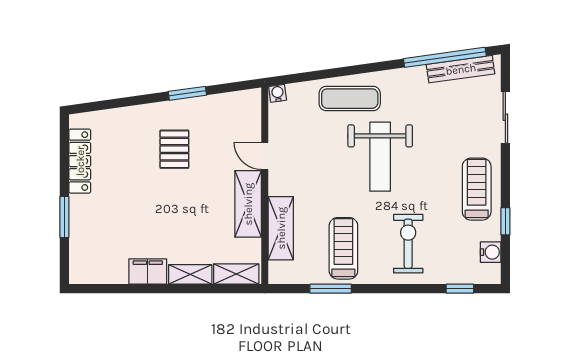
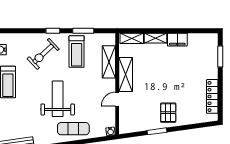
pallet: (174, 149) -> (168, 113), moved
door: (265, 156) -> (117, 99), swing flipped
window: (64, 217) -> (220, 56), moved
exercise bike: (408, 244) -> (43, 54), turned 47
window: (460, 289) -> (53, 31), moved

